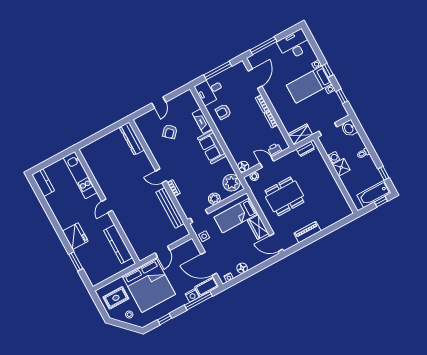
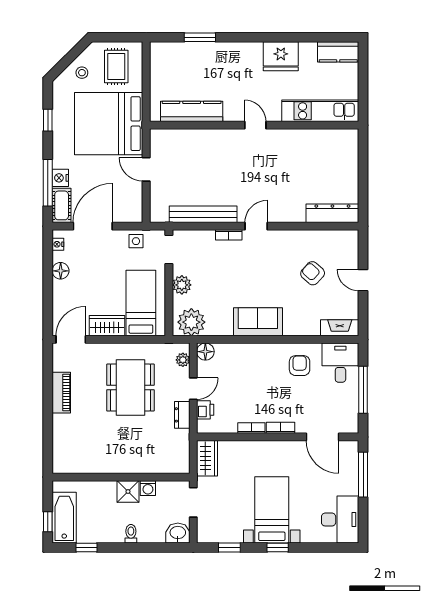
fireplace: (202, 121) -> (340, 328), moved
dresser: (305, 149) -> (182, 415), moved
fridge: (75, 236) -> (281, 56), moved

